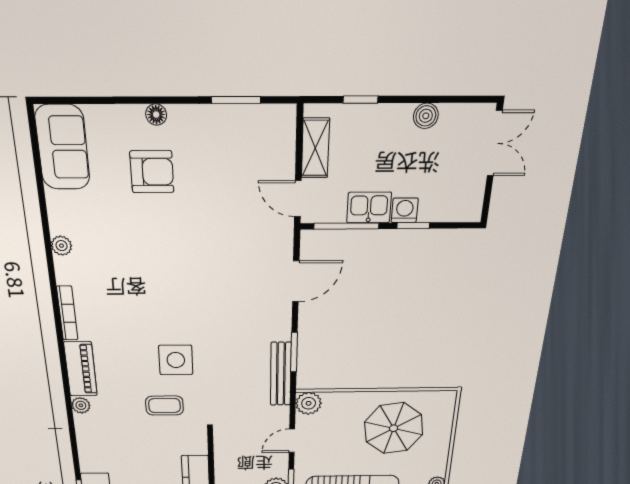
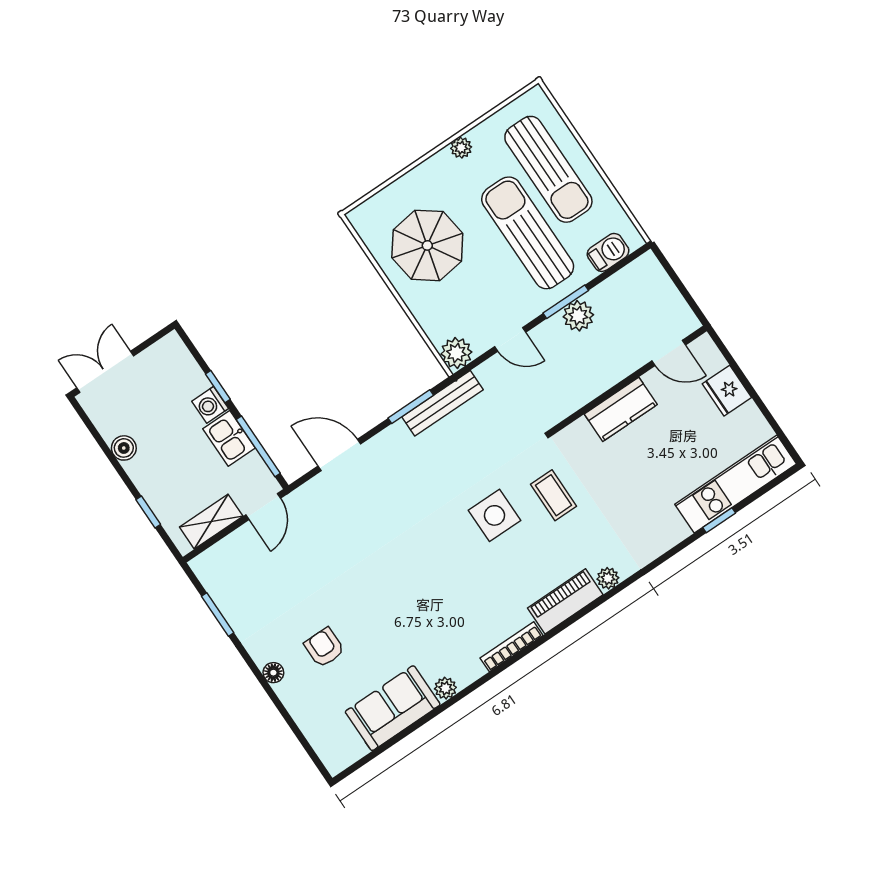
sofa: (63, 147) -> (393, 708), moved
armchair: (152, 172) -> (324, 648), width x0.72, depth x0.72

